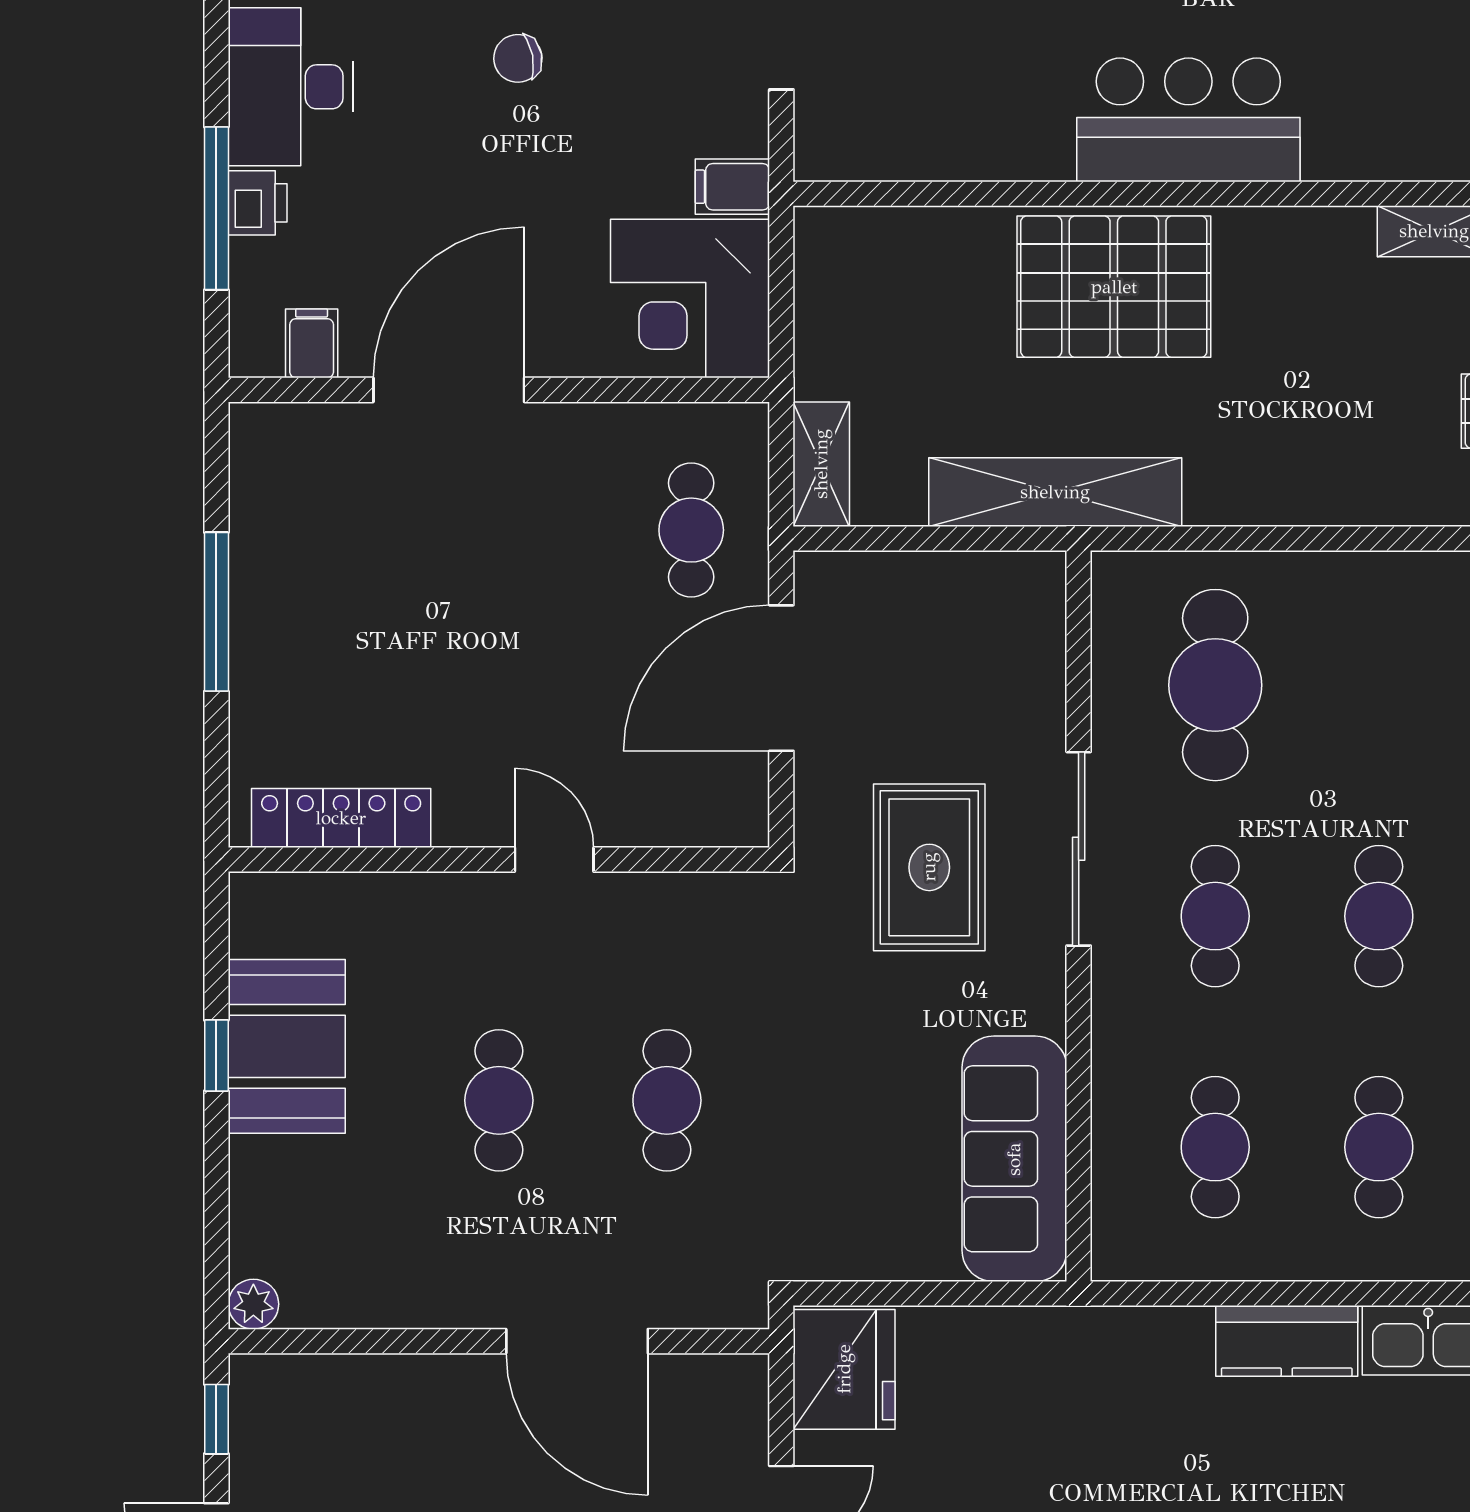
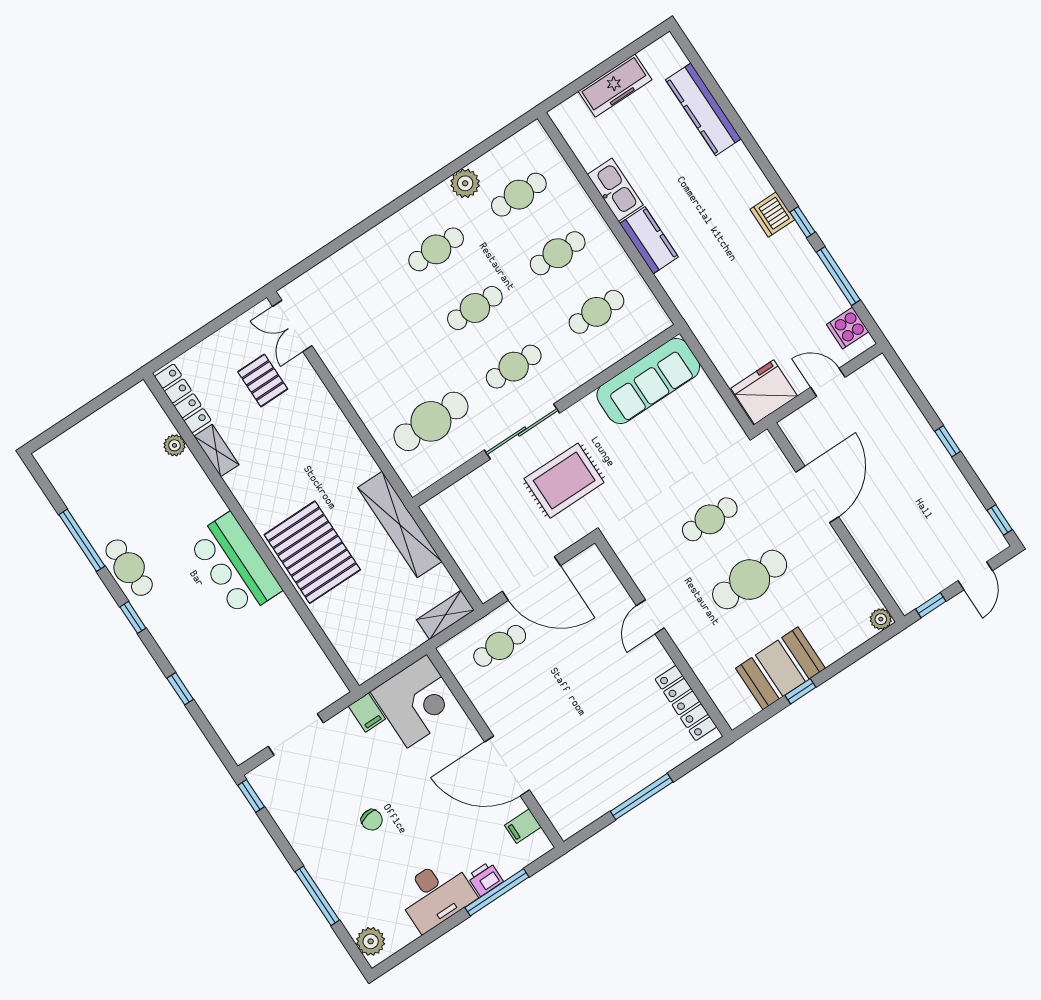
cafe table: (499, 1100) -> (750, 580), width x1.37, depth x1.35

